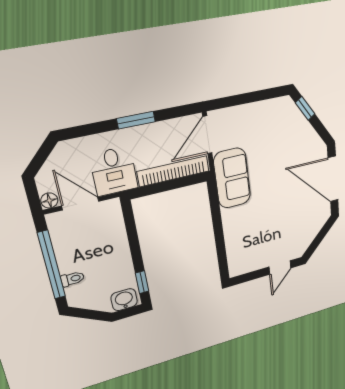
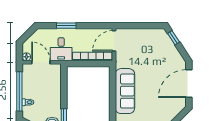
window: (136, 120) -> (66, 26), moved
sofa: (232, 178) -> (125, 91), moved, width x1.36
door: (333, 179) -> (189, 84), hinge flipped

